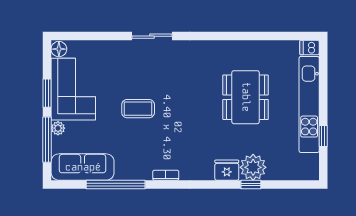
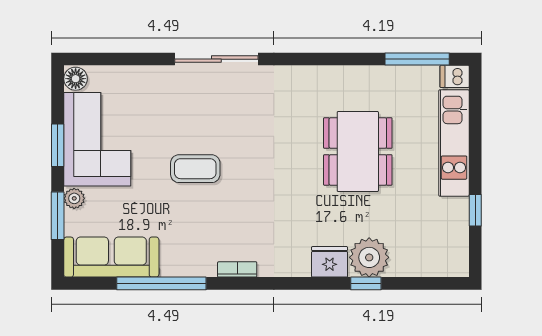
sliding door: (152, 36) -> (216, 59), width x1.37
window: (285, 36) -> (417, 59), added
kitchen unit: (309, 104) -> (454, 143), width x0.73
window: (47, 140) -> (58, 216), width x0.69

